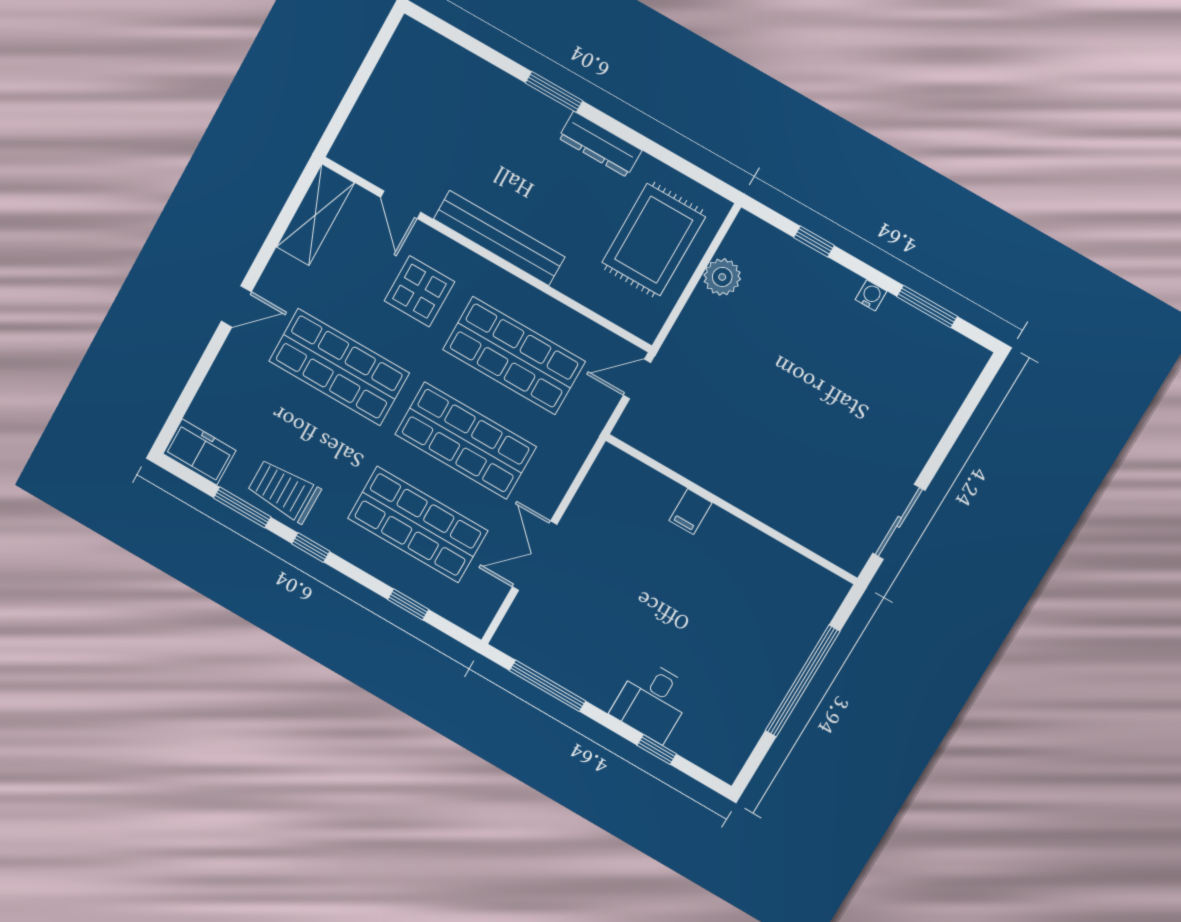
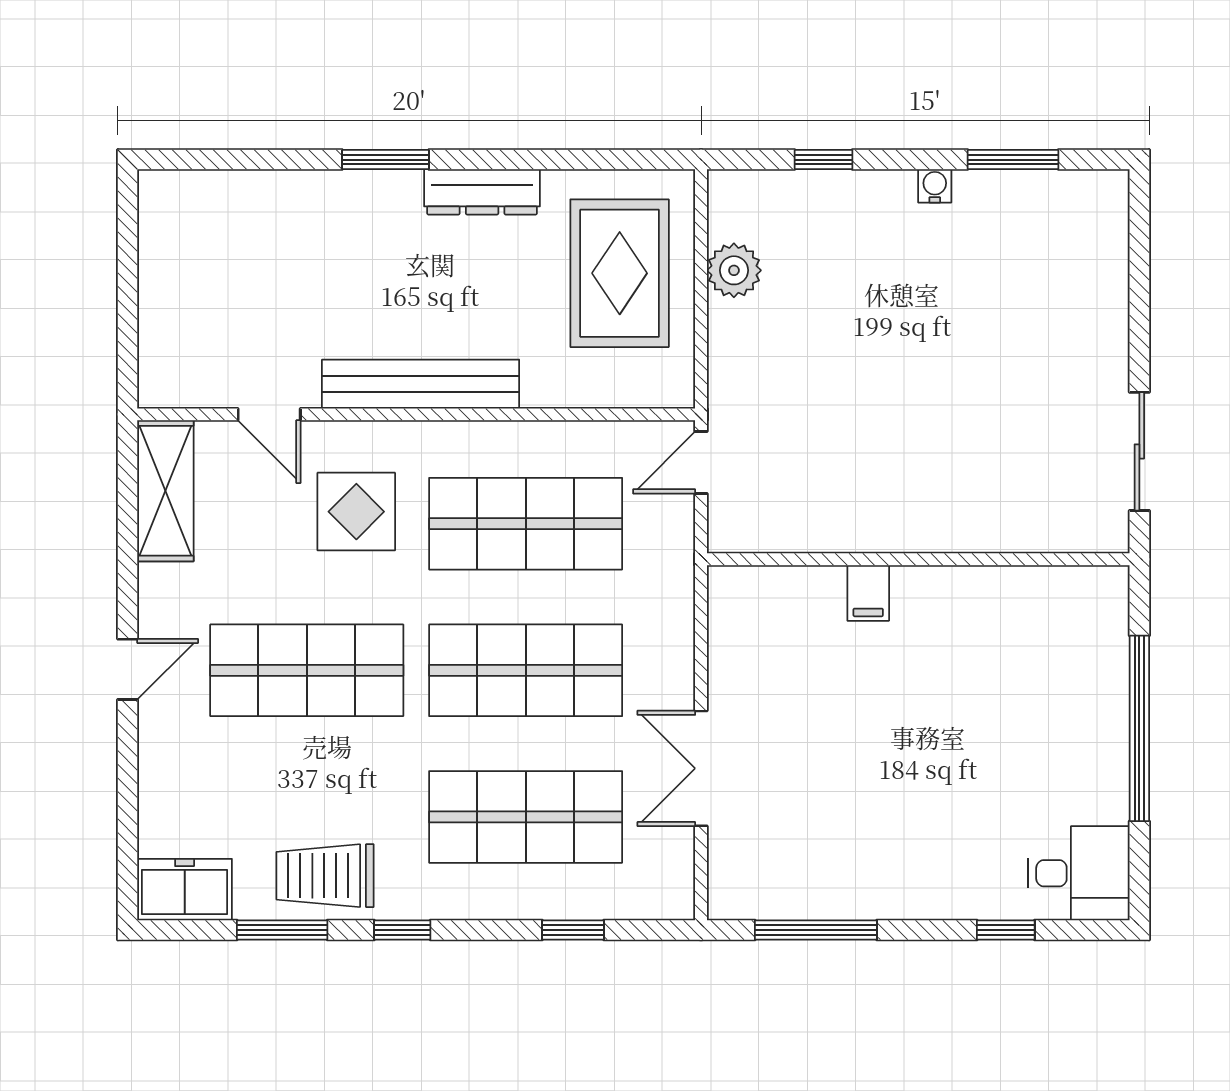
desk: (652, 701) -> (1079, 873), moved, turned -90

